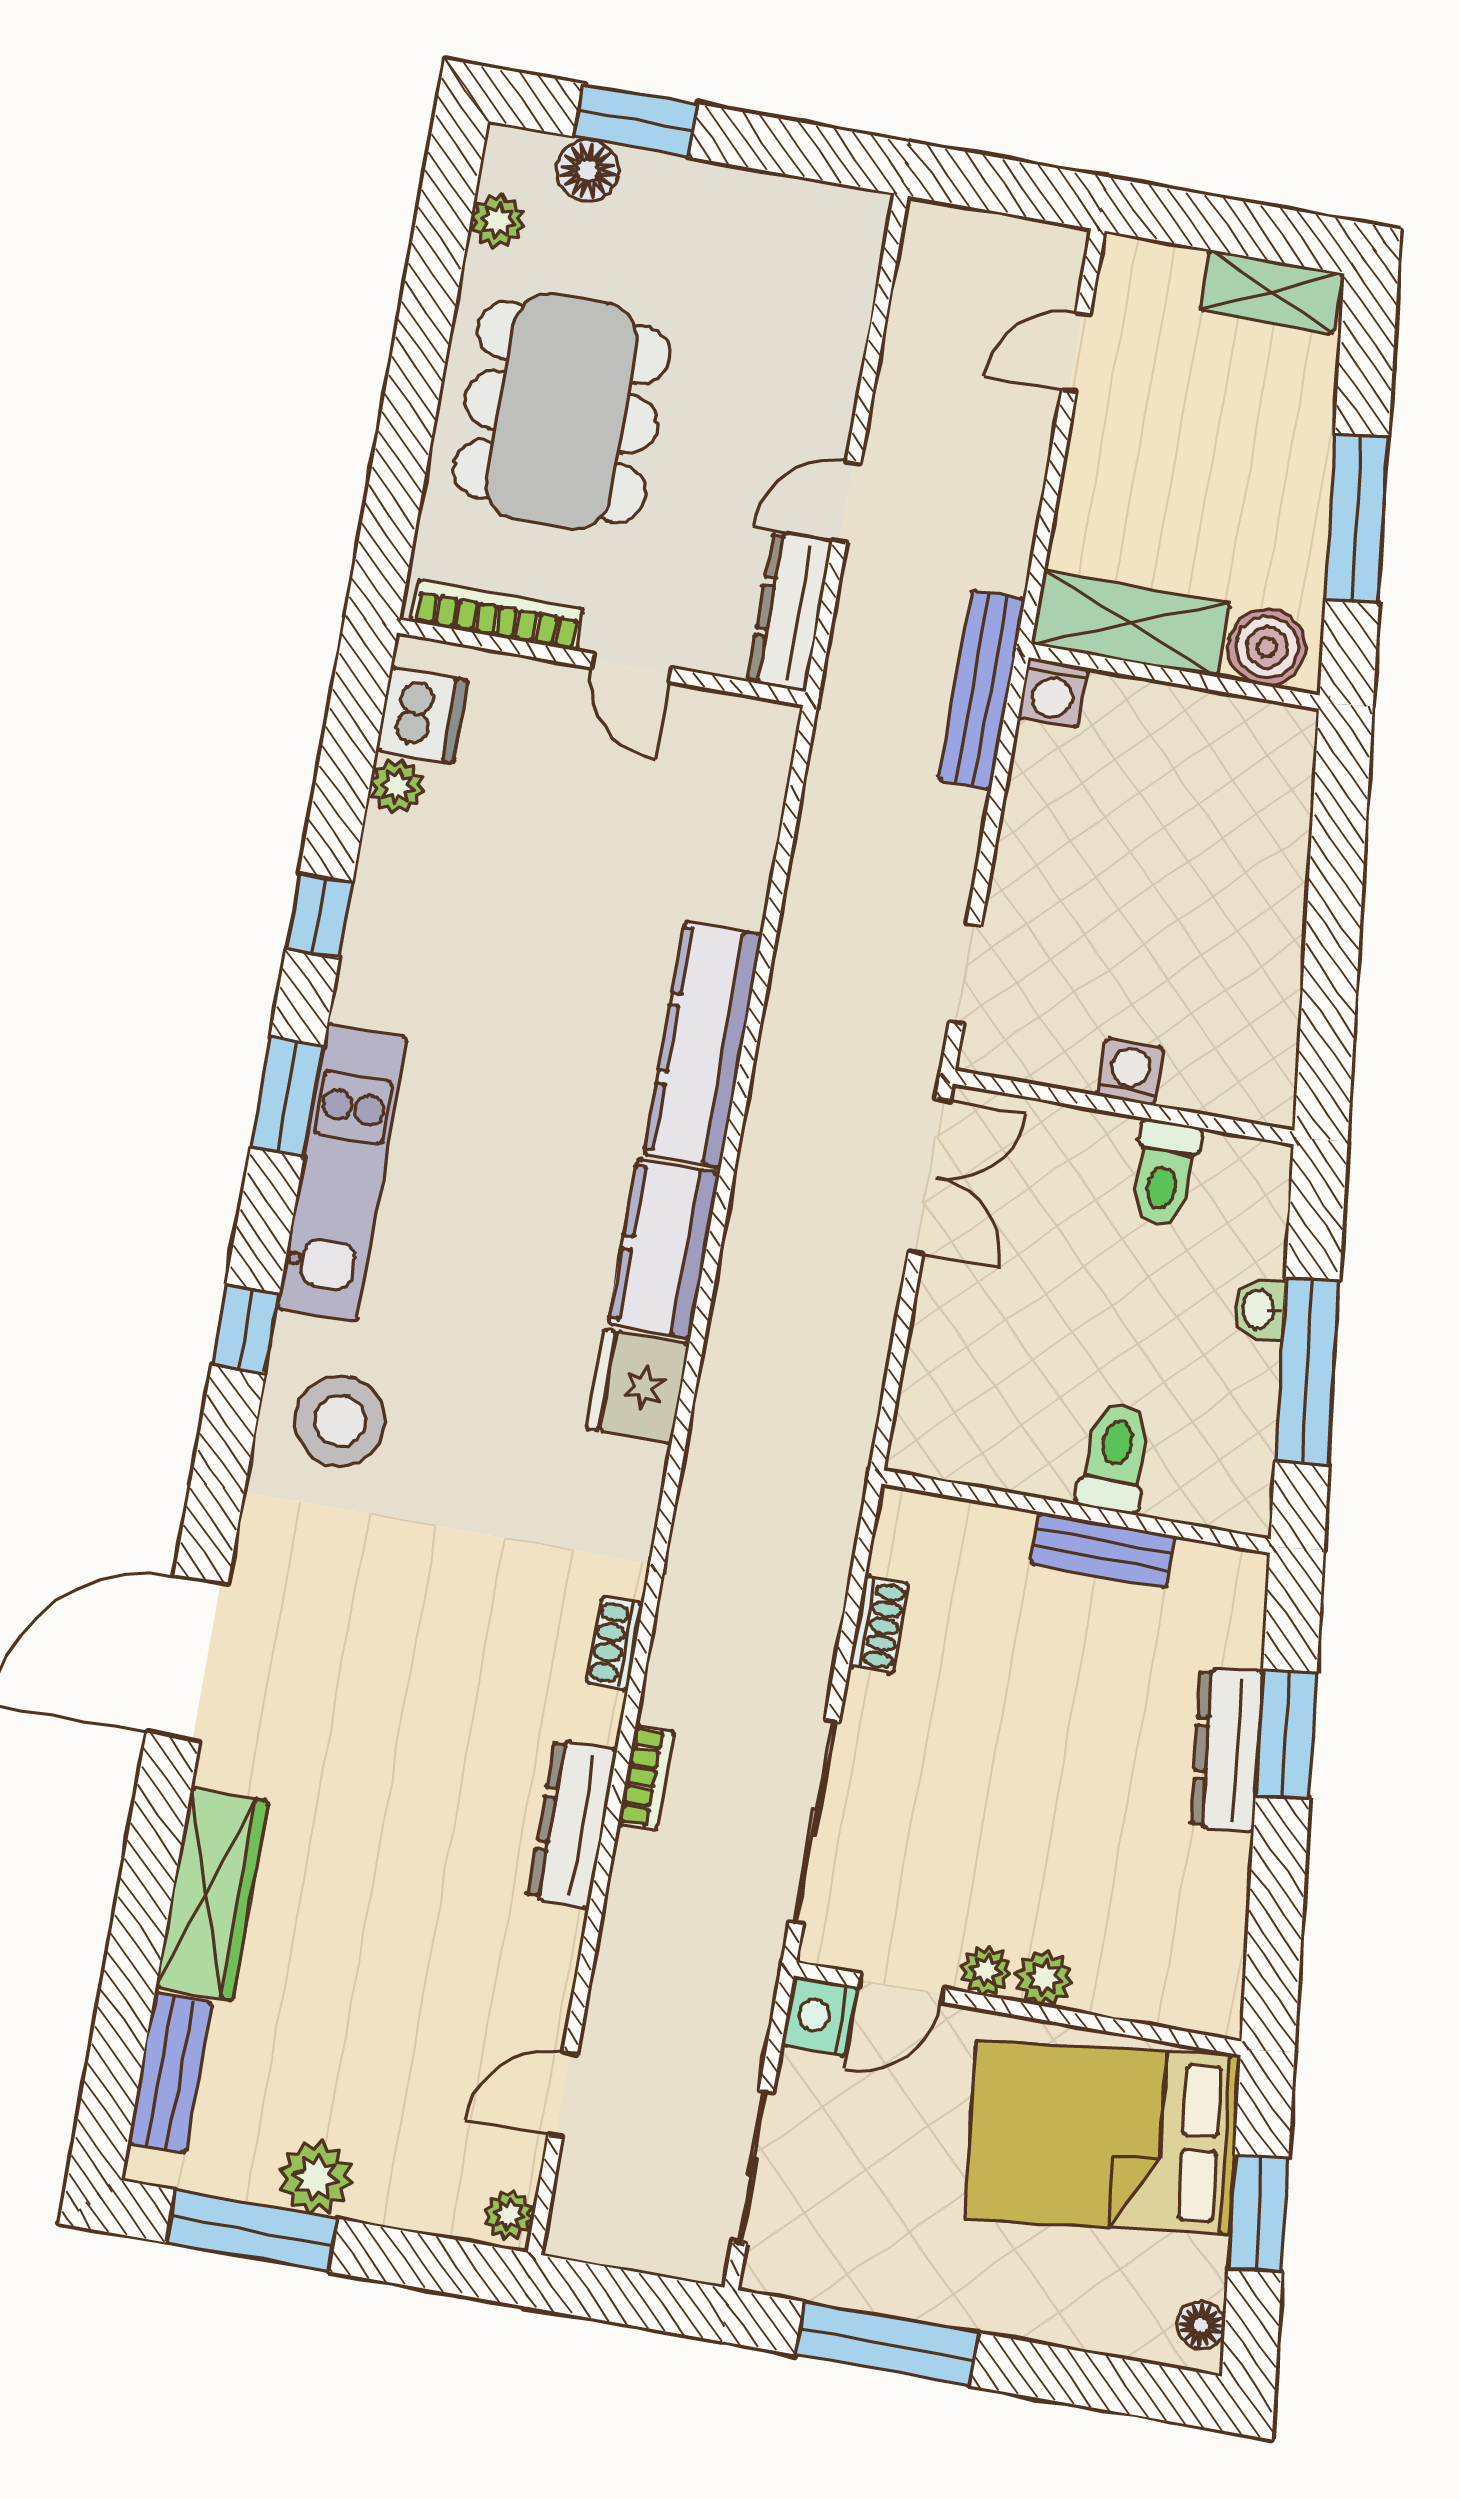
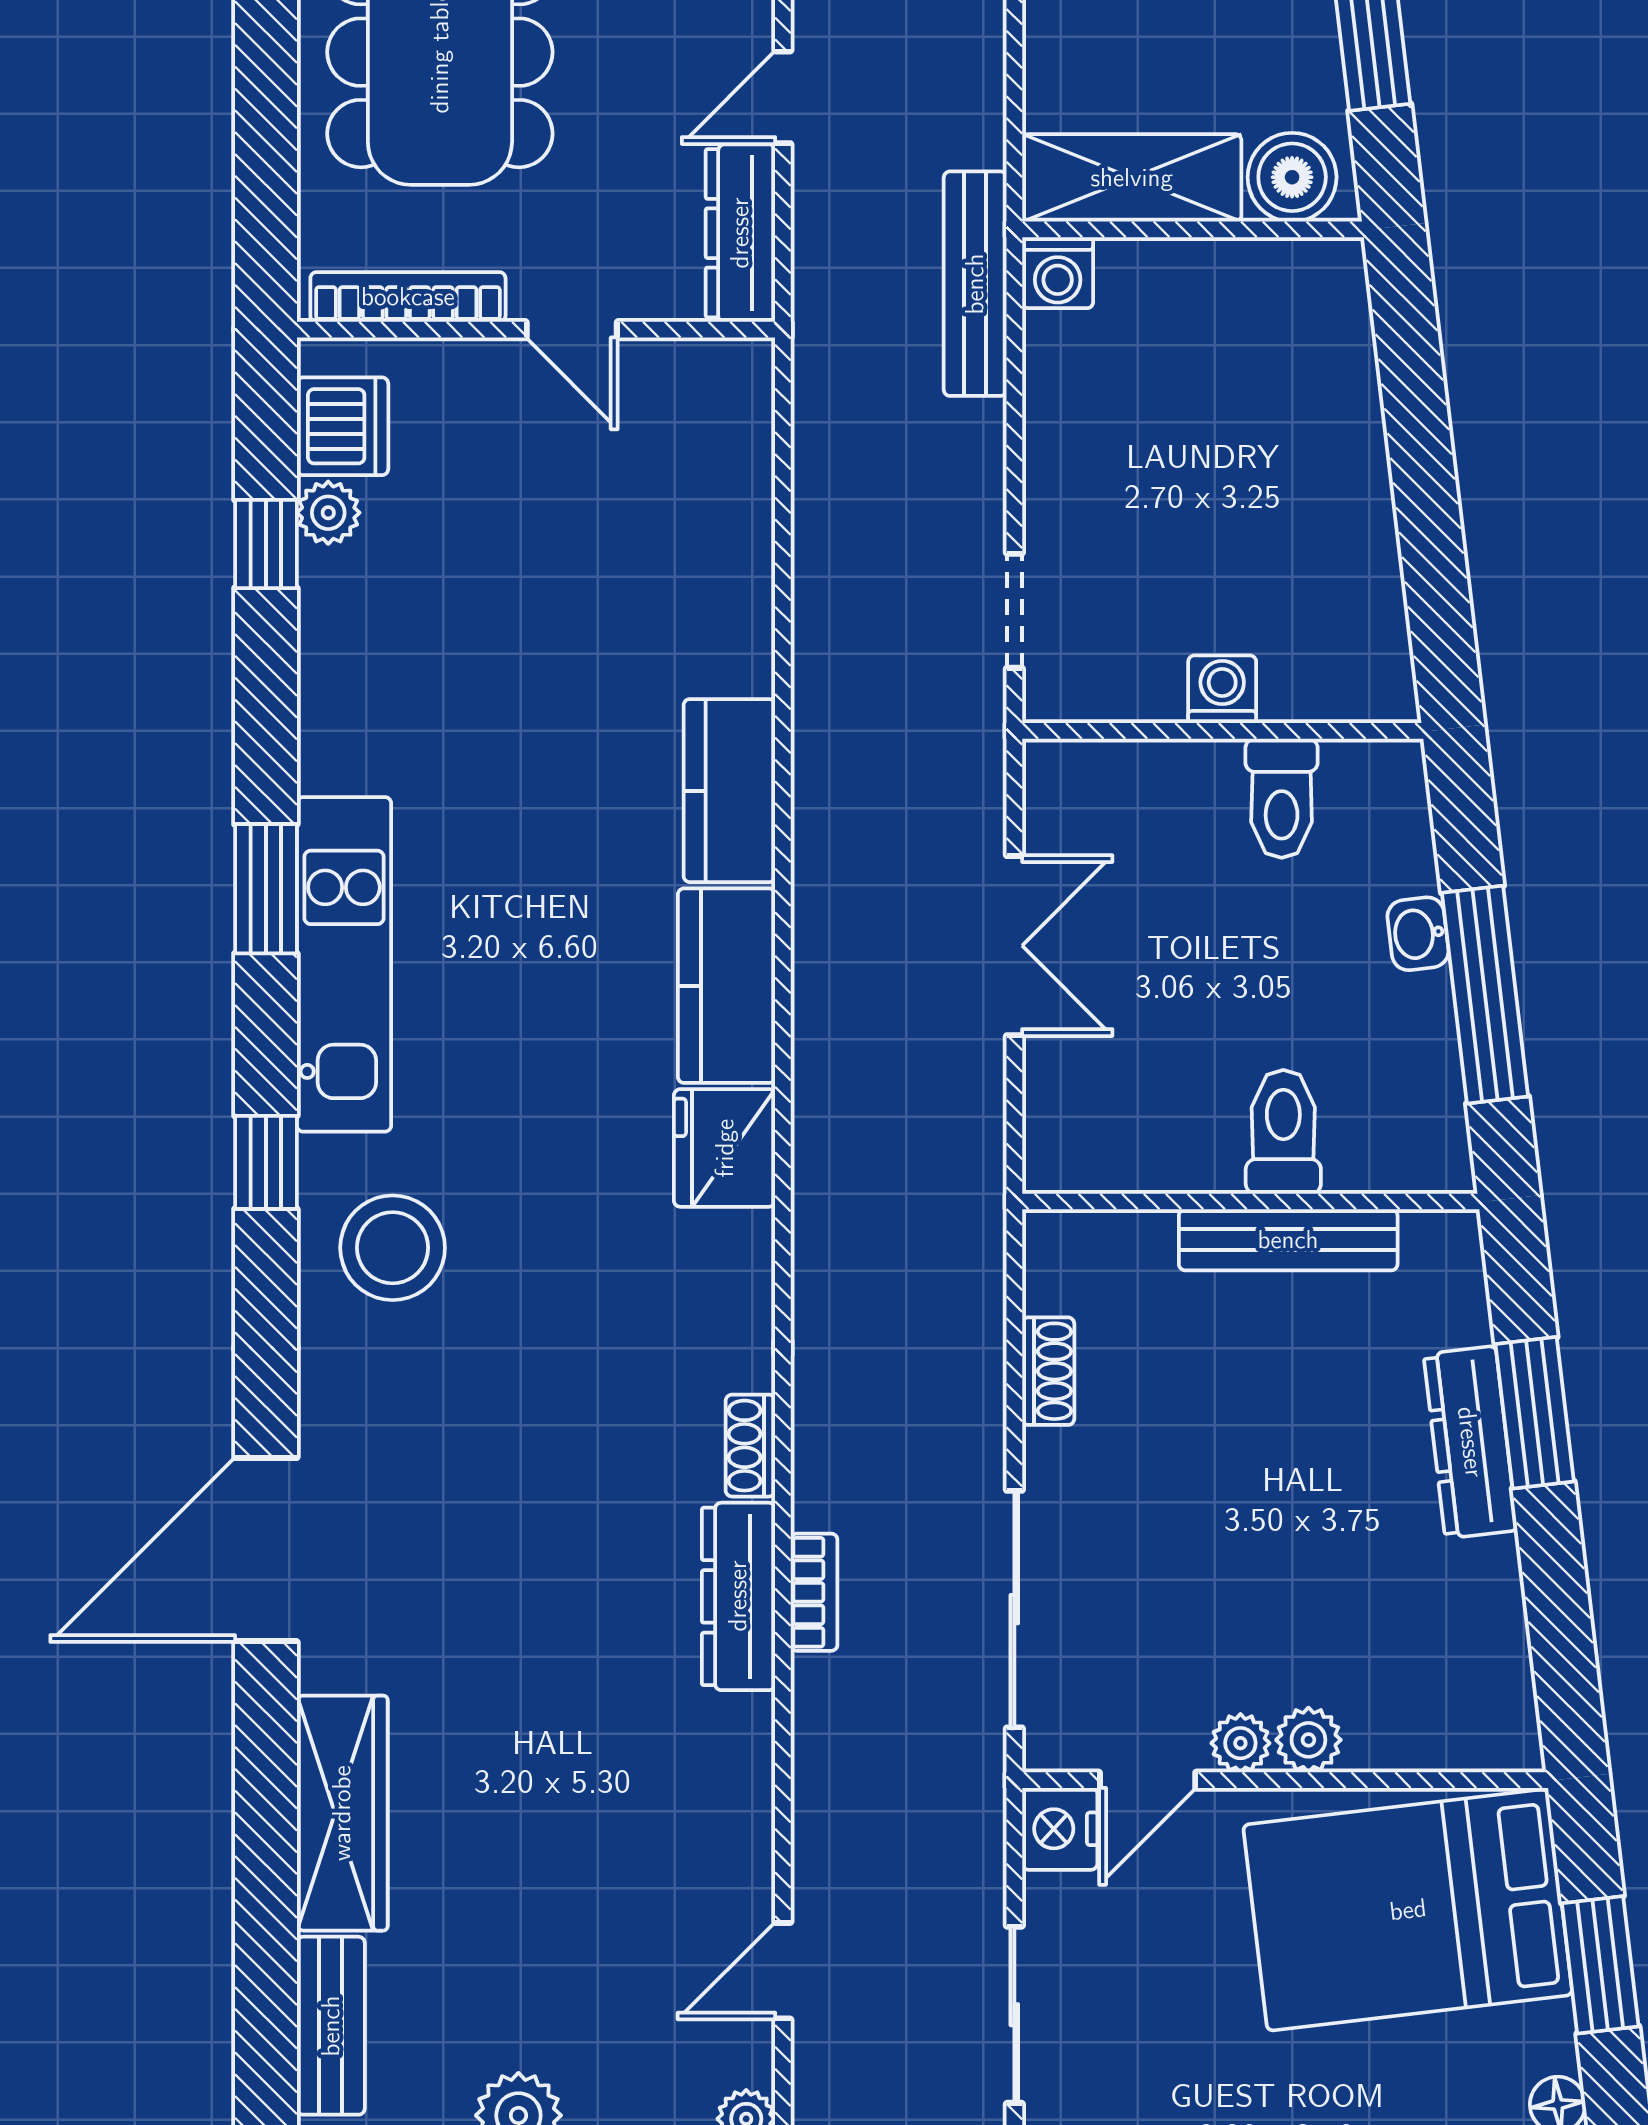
window: (319, 916) -> (266, 544), moved
kitchen counter: (703, 1044) -> (729, 791), width x0.67
double door: (929, 1176) -> (1014, 946), moved
bench: (1103, 1550) -> (1288, 1240), width x1.36
dresser: (572, 1824) -> (738, 1596), moved

